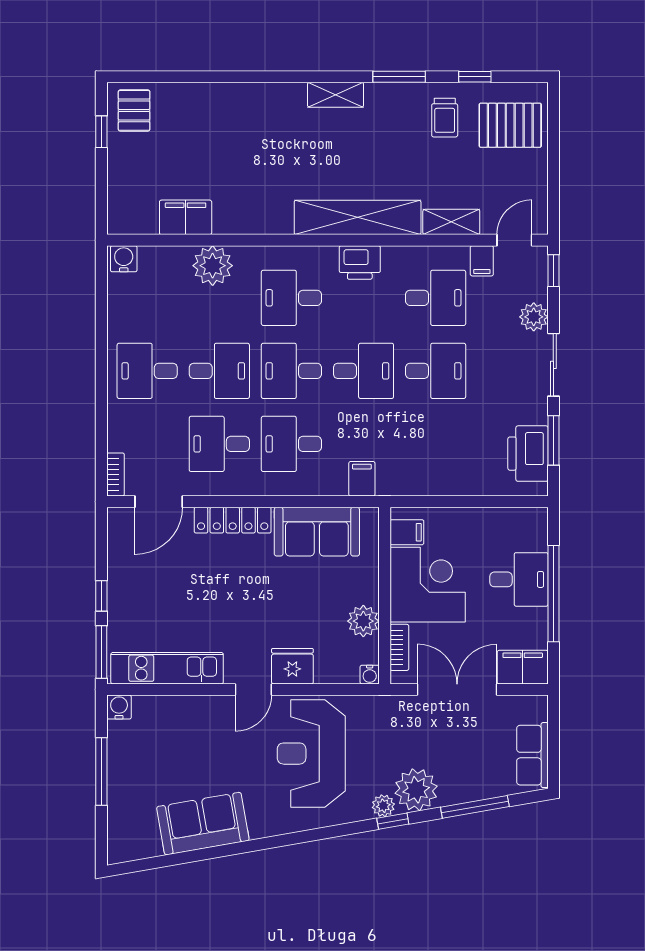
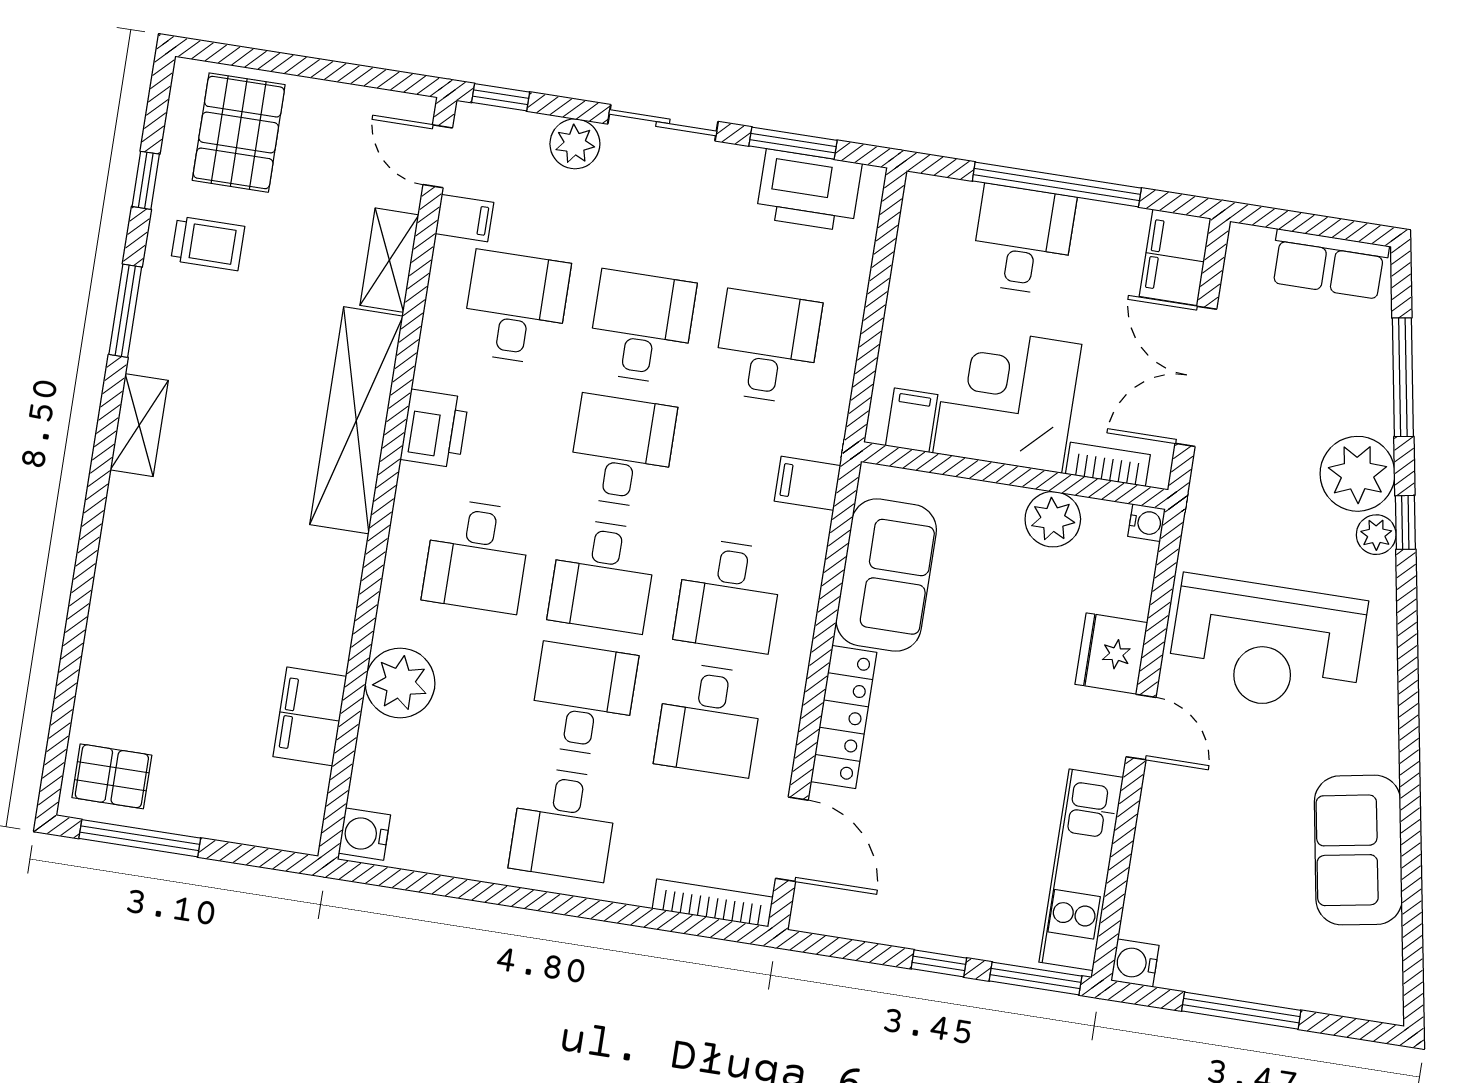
window: (101, 132) -> (140, 838), width x2.17
desk: (436, 444) -> (767, 347), added
bookcase: (116, 474) -> (713, 903), width x1.56

